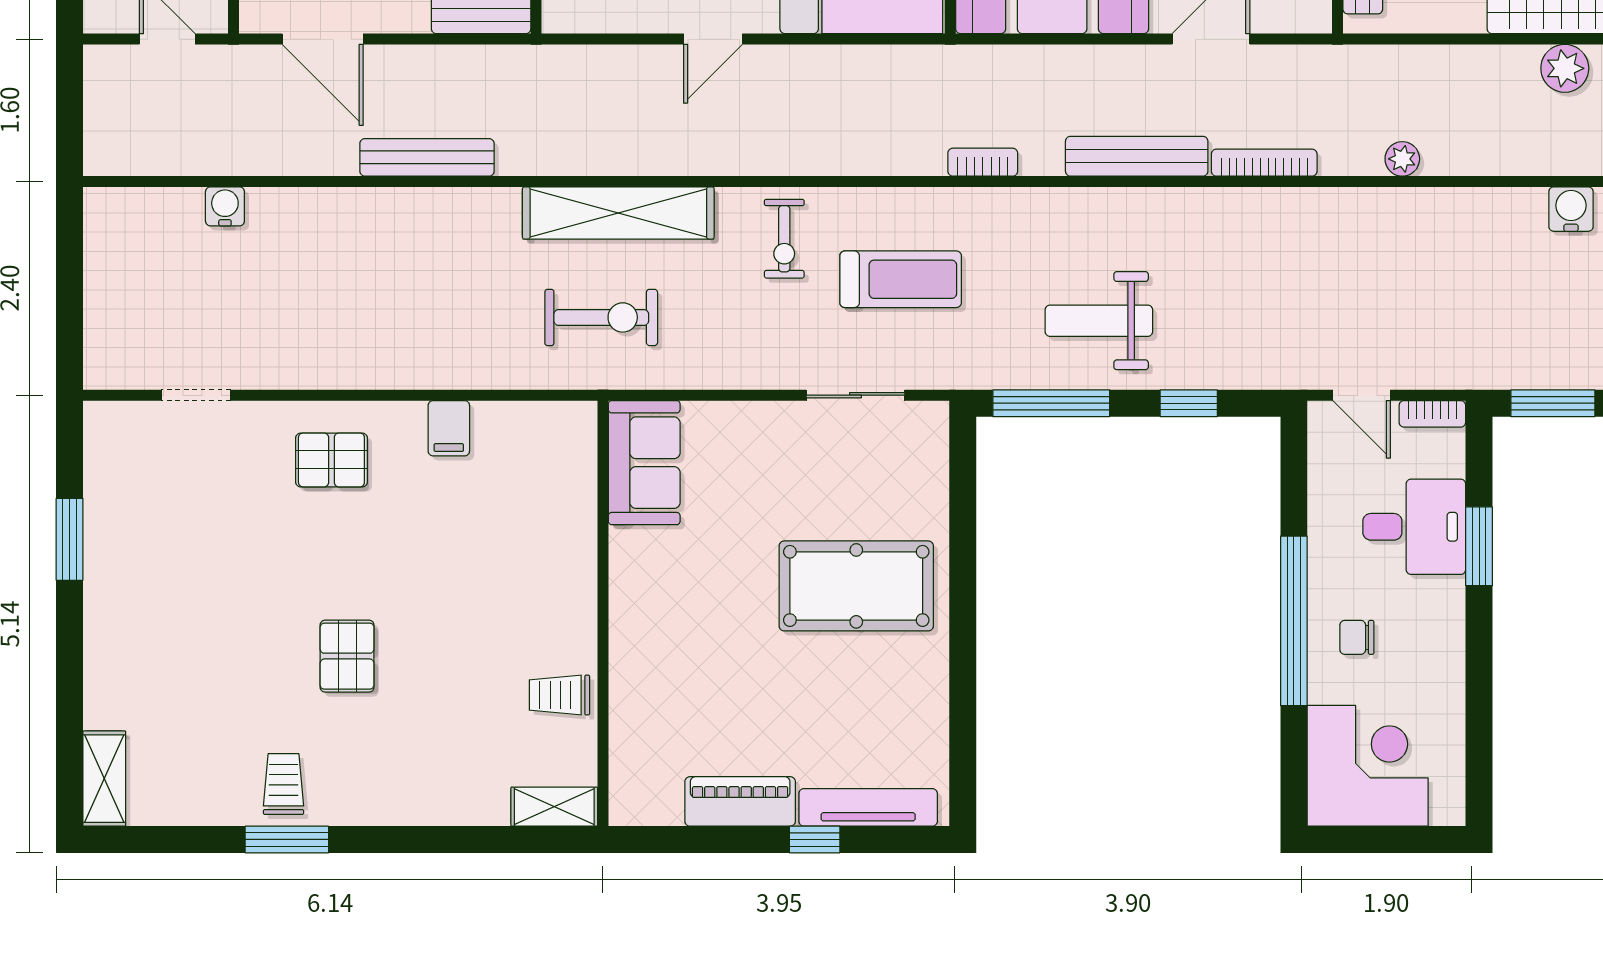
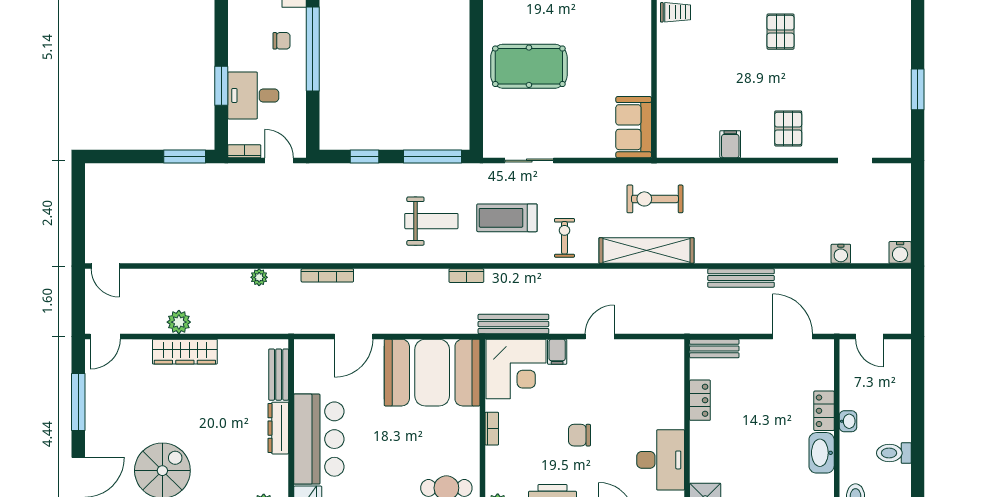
bench: (1137, 156) -> (513, 324), moved
water cooler: (1571, 209) -> (900, 252), moved
weight bench: (1099, 321) -> (431, 221), moved
pallet: (331, 460) -> (788, 128), turned 90

